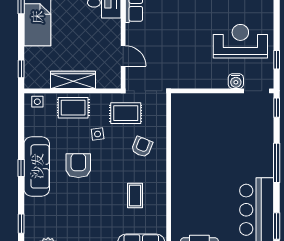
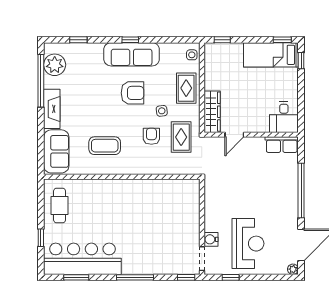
wardrobe: (73, 80) -> (212, 112), moved
armchair: (142, 147) -> (151, 136), moved, turned -112
coffee table: (135, 195) -> (105, 146), width x1.36, depth x1.30

